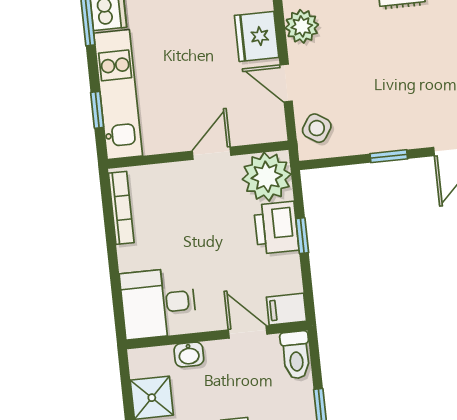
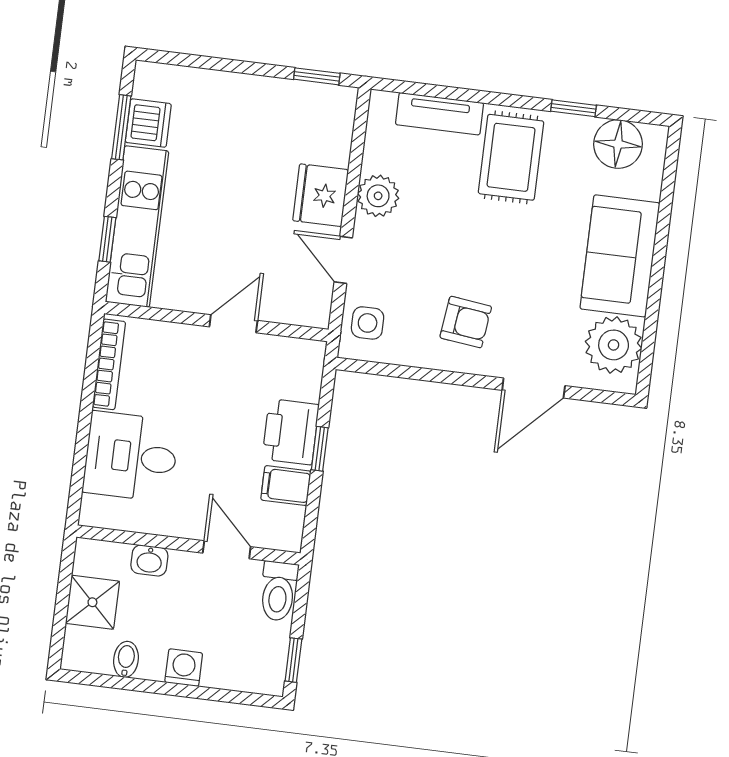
armchair: (394, 109) -> (466, 322), added
side table: (317, 128) -> (368, 323), turned -33
window: (389, 156) -> (447, 377), removed
plant: (267, 177) -> (293, 368), removed
desk: (158, 303) -> (131, 457), moved
filing cabinet: (286, 309) -> (286, 486), moved

